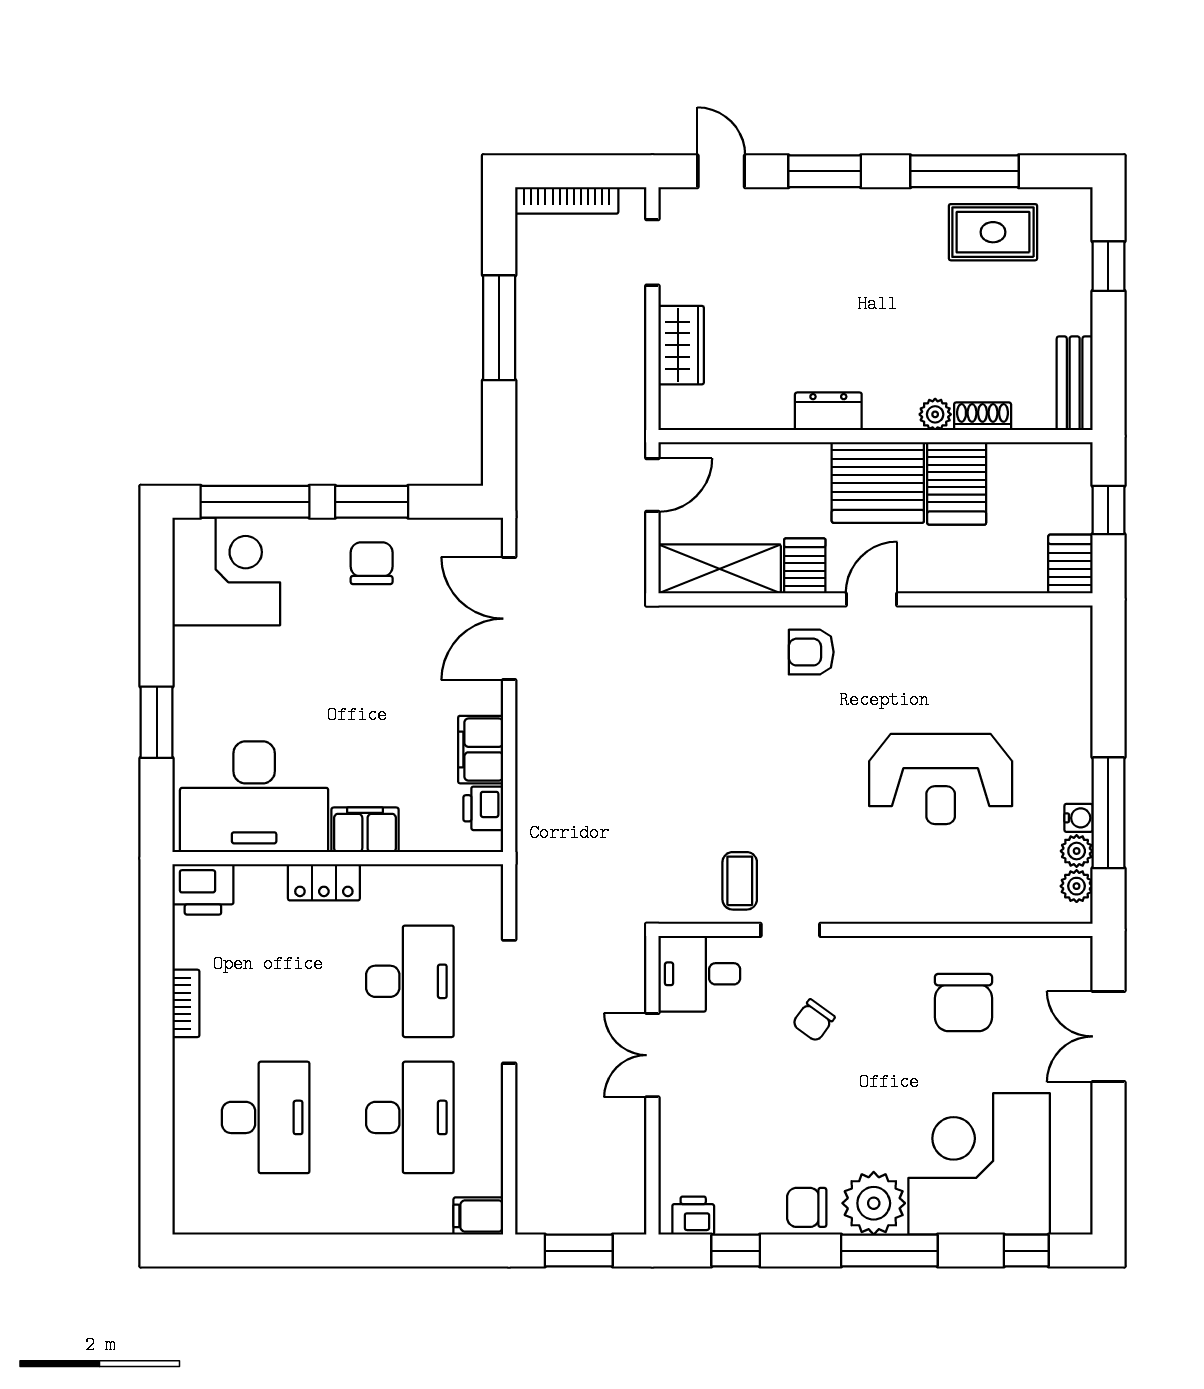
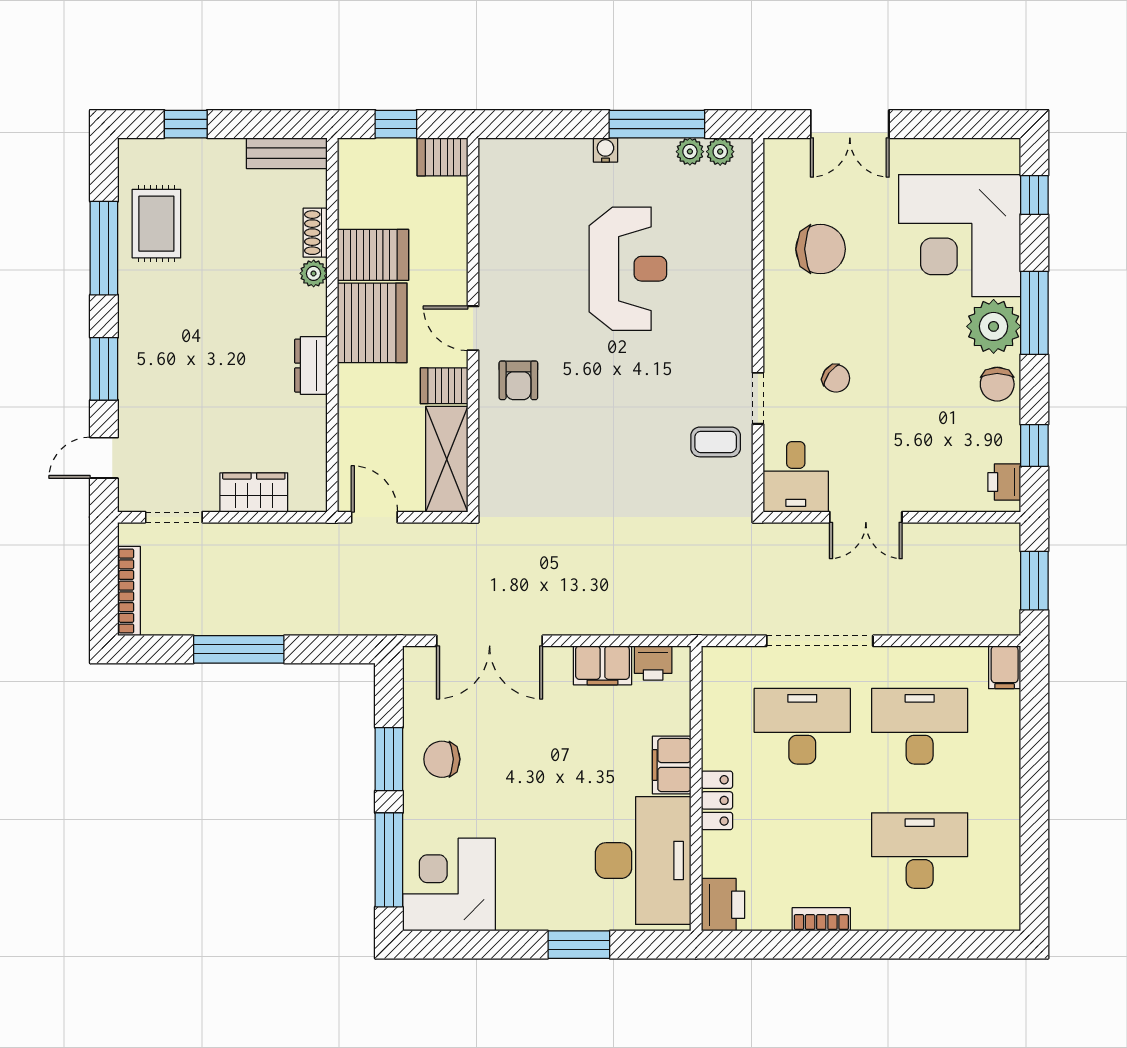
water cooler: (1078, 818) -> (605, 150), moved

